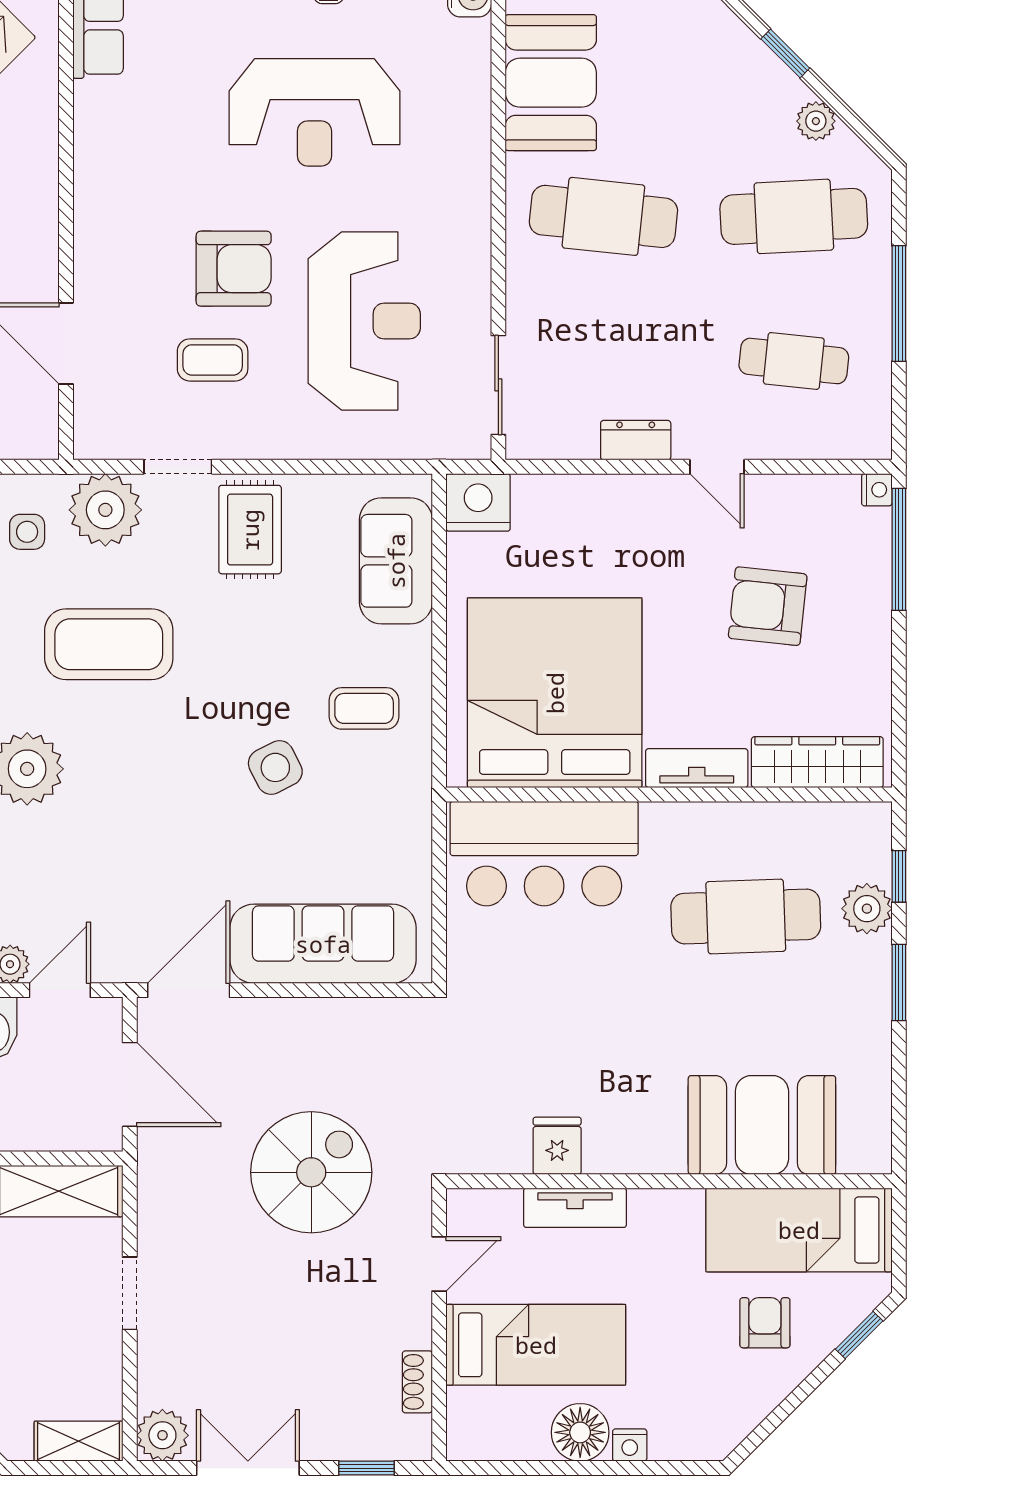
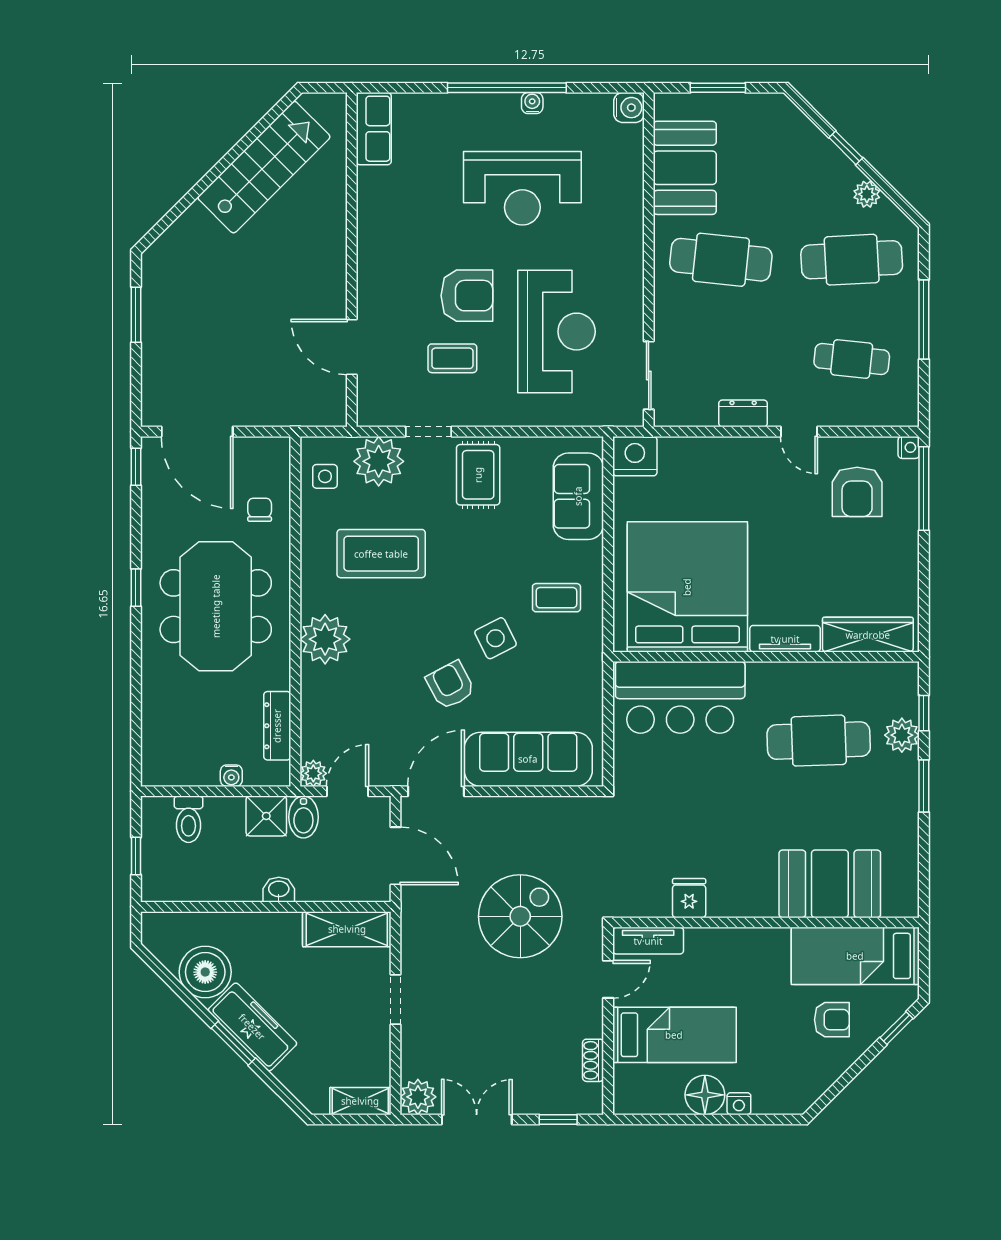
armchair: (768, 606) -> (857, 492), moved, turned -96
armchair: (210, 836) -> (450, 685), added
tv unit: (575, 1208) -> (648, 941), moved
armchair: (765, 1323) -> (832, 1020), turned 90

